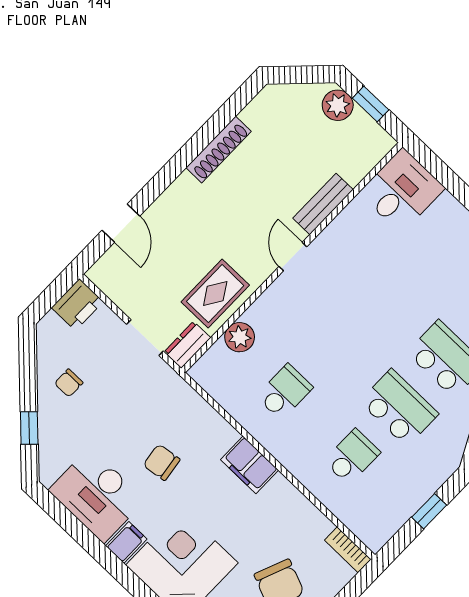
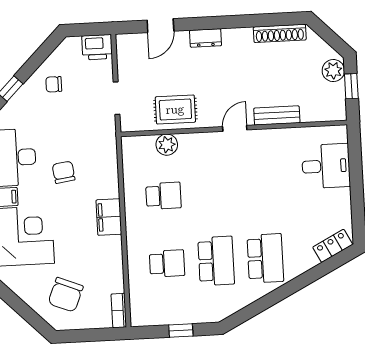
shoe rack: (219, 150) -> (280, 33), moved
desk: (402, 191) -> (326, 166), moved
dresser: (187, 345) -> (206, 38), moved, turned 180

